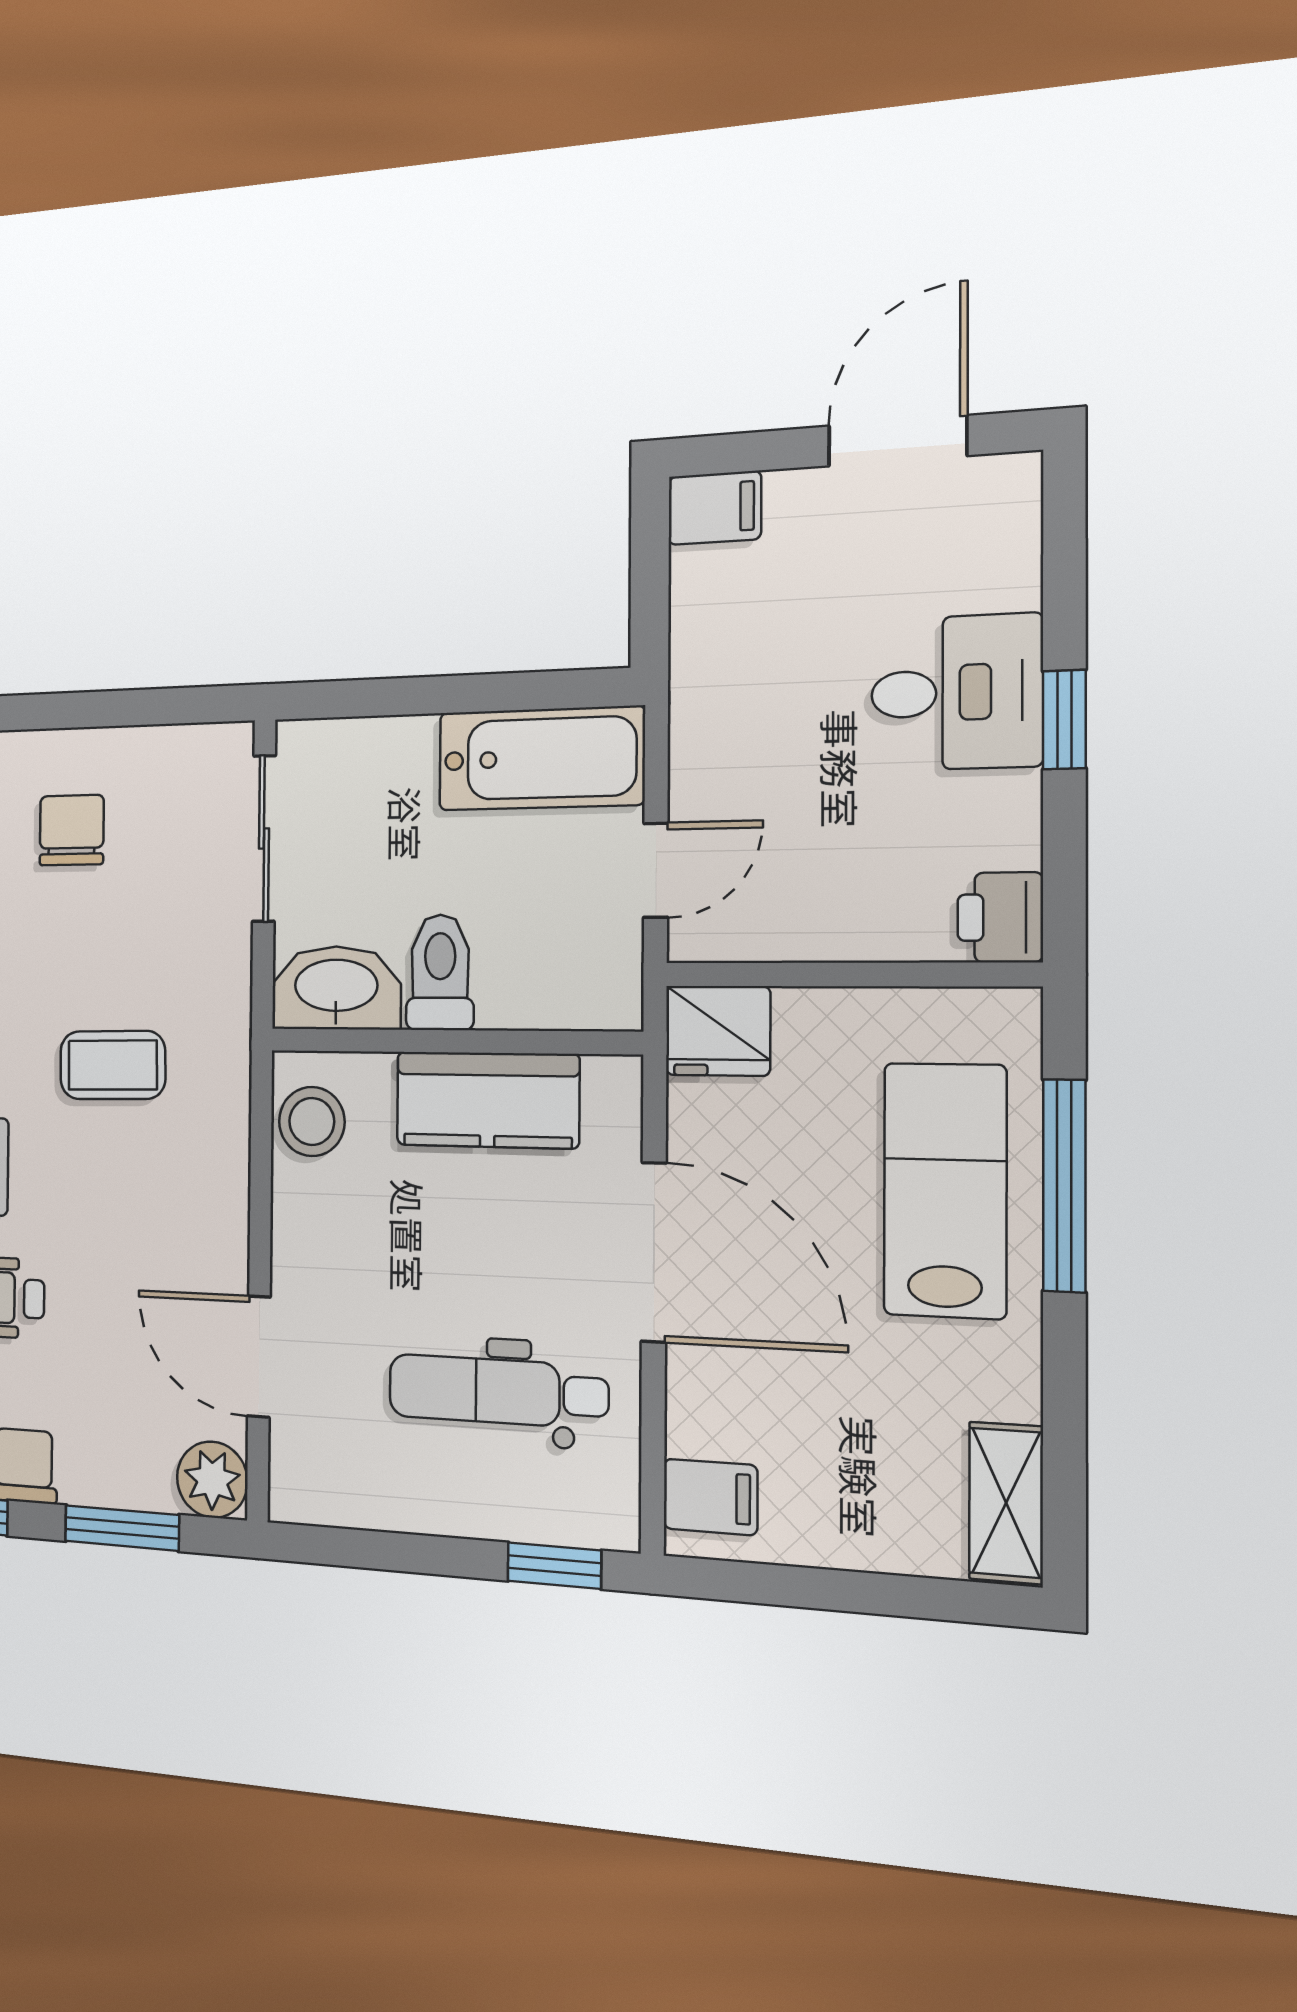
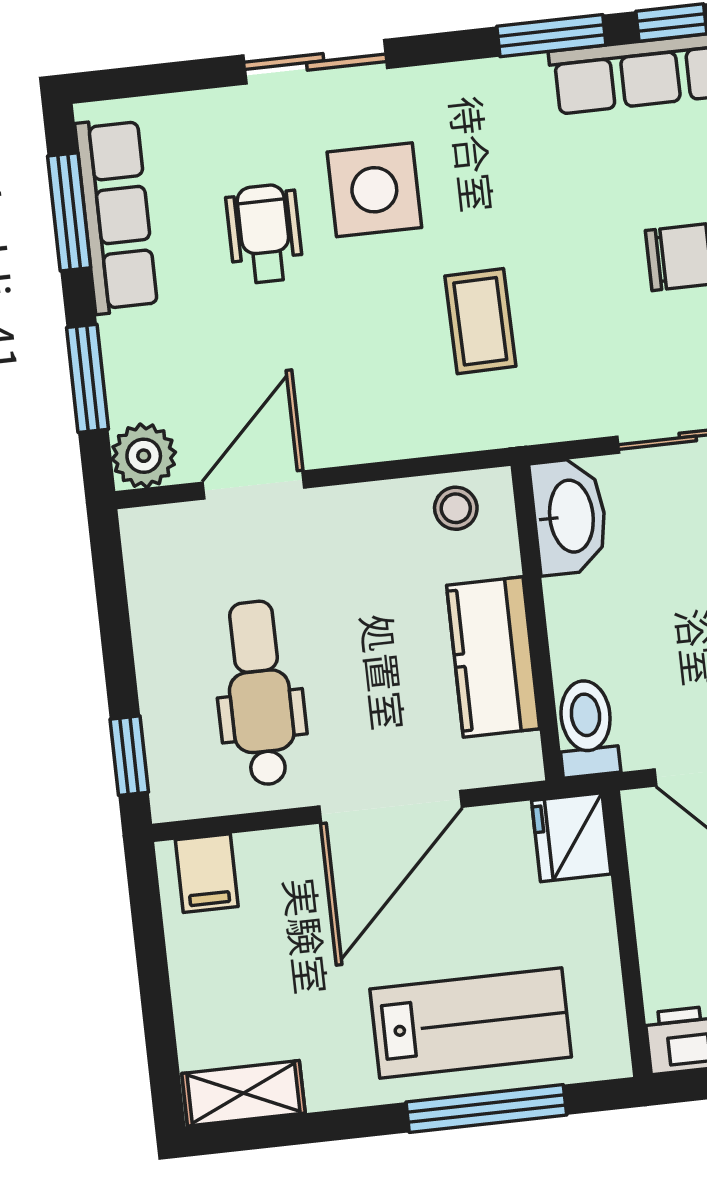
toilet: (440, 972) -> (587, 728), moved, turned -90
stool: (312, 1121) -> (456, 508), width x0.73, depth x0.73

